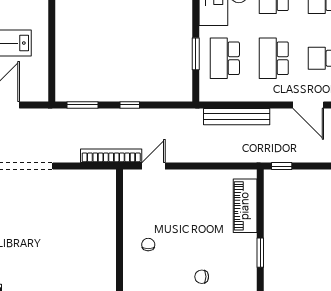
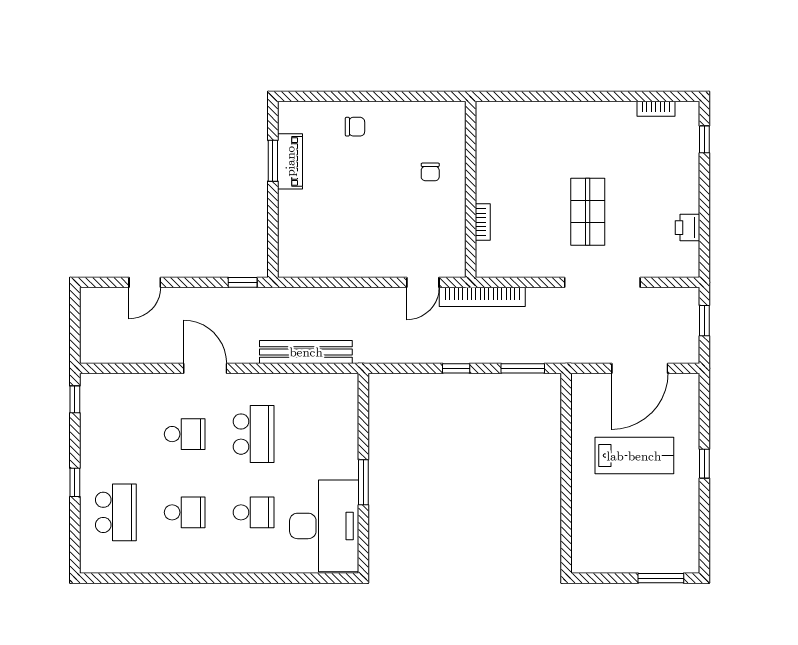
window: (196, 54) -> (363, 482), moved
school desk: (225, 58) -> (322, 434), removed
piano: (245, 206) -> (290, 161), moved, width x0.73, depth x0.75
bookcase: (111, 209) -> (483, 222), added
shop shelf: (36, 216) -> (588, 212), added

